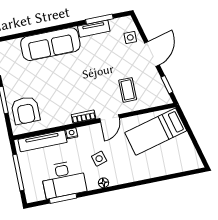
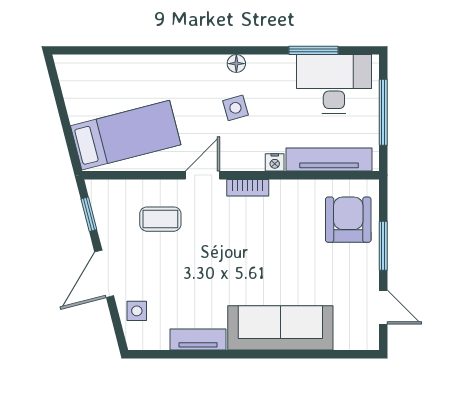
window: (99, 19) -> (185, 354), removed
coffee table: (128, 90) -> (160, 219), turned 90
desk: (64, 179) -> (334, 84), moved

